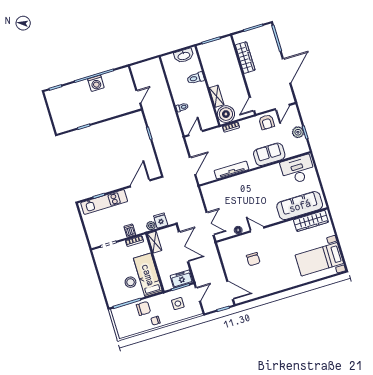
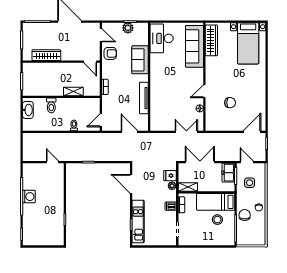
boiler: (226, 114) -> (92, 88), removed
door: (196, 133) -> (101, 120), hinge flipped

